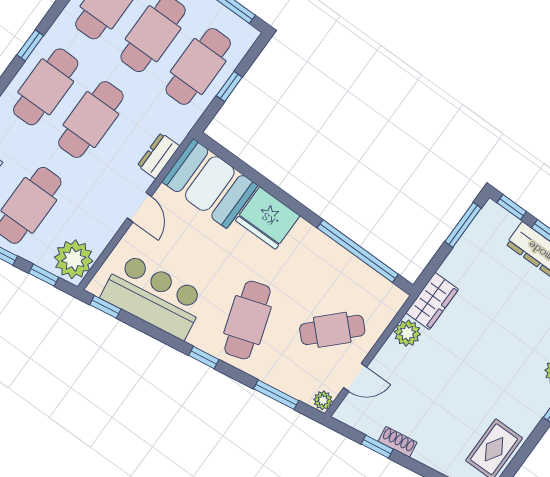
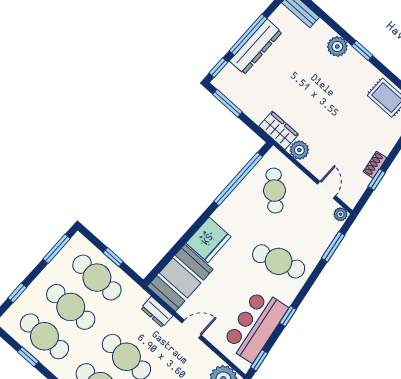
cafe table: (332, 330) -> (275, 191), moved
window: (204, 357) -> (288, 316), moved

